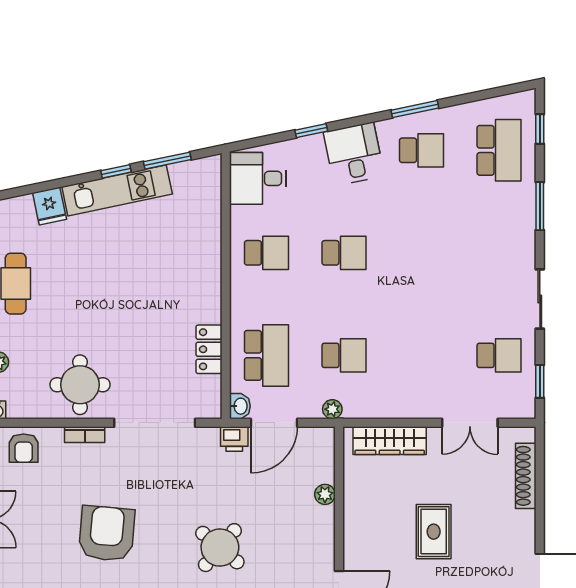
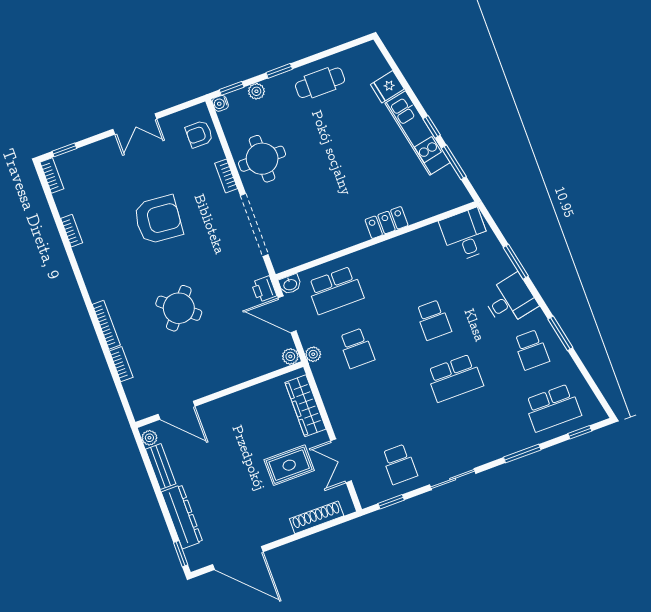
window: (311, 131) -> (516, 262), width x1.50
school desk: (266, 253) -> (455, 378), moved, width x1.85
locker: (209, 349) -> (387, 223), moved
plant: (325, 494) -> (290, 356), moved
rug: (434, 532) -> (289, 465), moved

